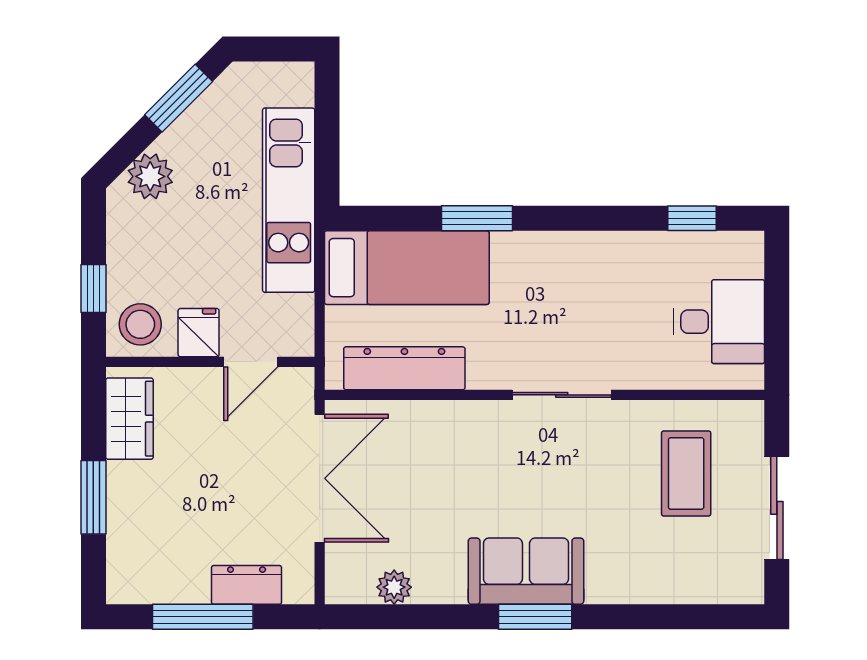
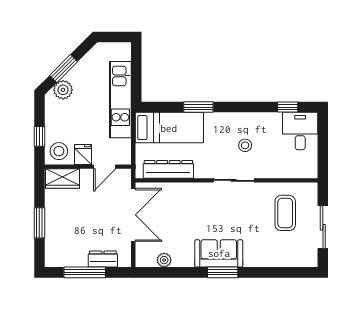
window: (179, 98) -> (64, 68), moved
stool: (590, 310) -> (245, 145), added
desk: (719, 322) -> (300, 131), moved, turned -90
wardrobe: (129, 419) -> (63, 179), moved, turned 90

